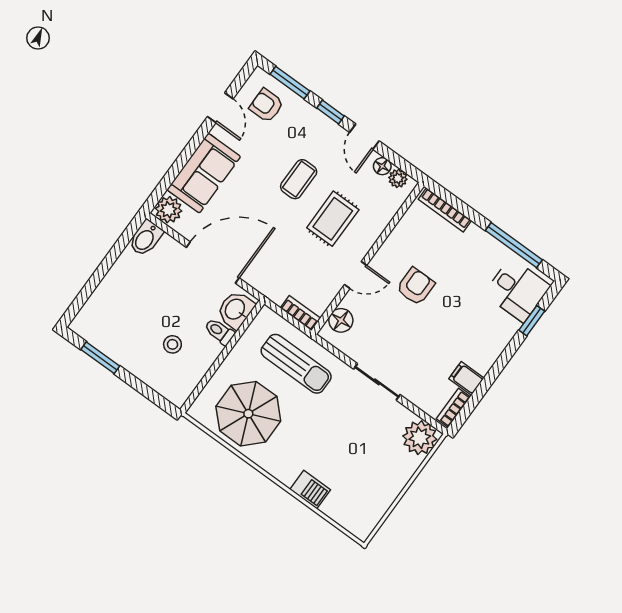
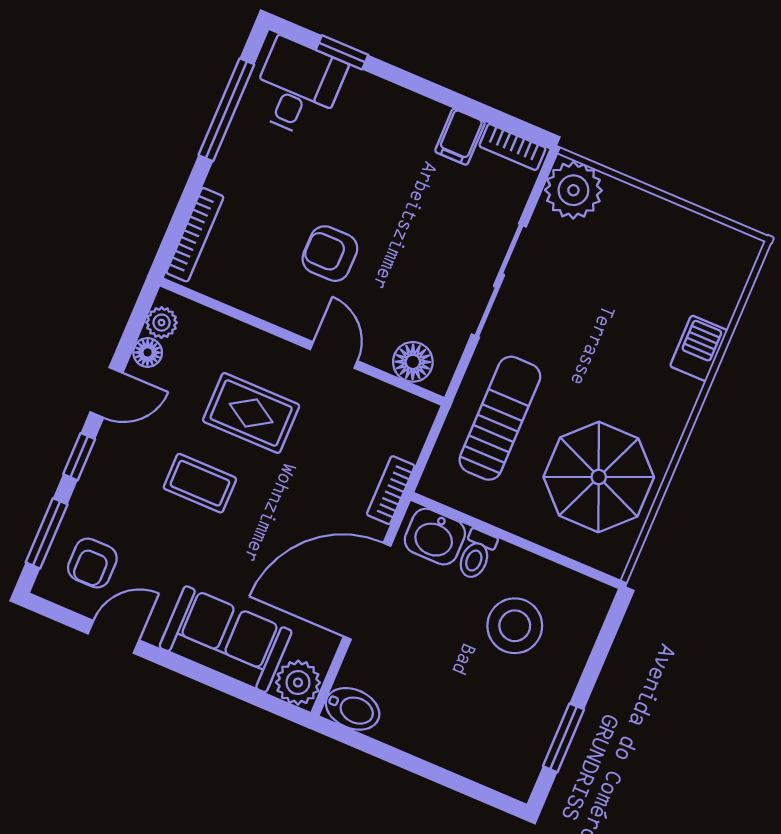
door: (213, 263) -> (367, 591), hinge flipped
bookcase: (300, 313) -> (391, 490), moved
stool: (172, 344) -> (515, 626), width x1.89, depth x1.89
sliding door: (377, 382) -> (499, 280), width x1.37

